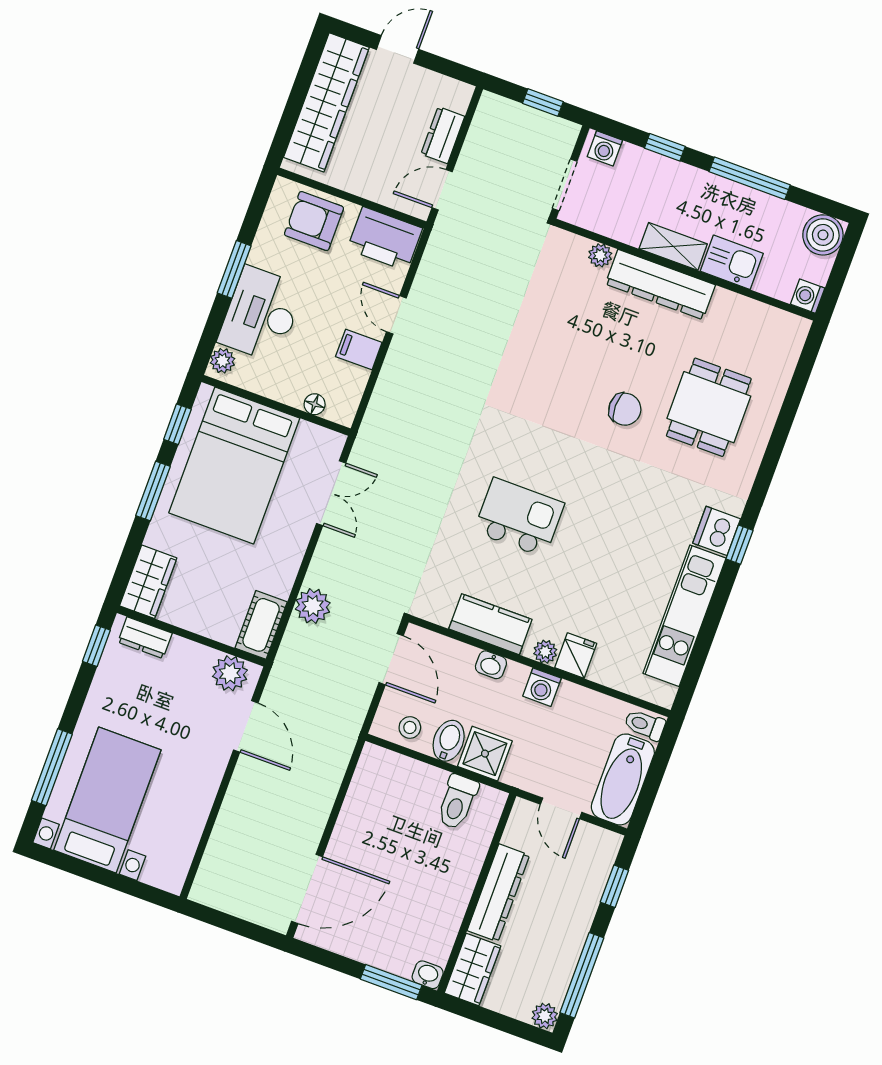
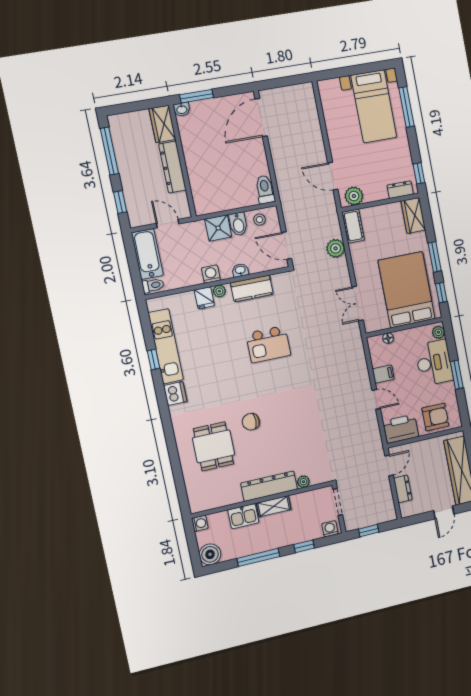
window: (739, 545) -> (153, 360), moved
toilet: (457, 802) -> (265, 189), moved
plant: (545, 1016) -> (115, 121), removed

